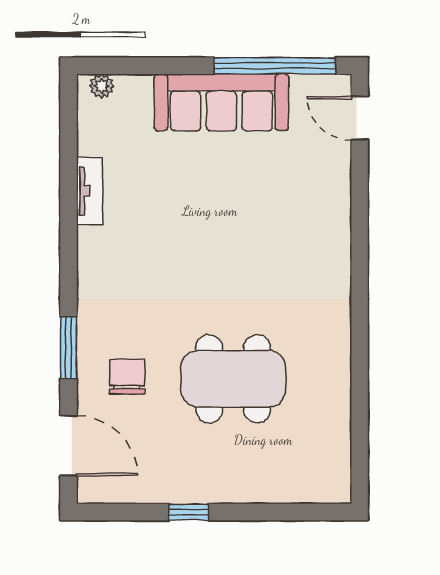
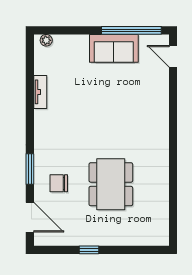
sofa: (221, 102) -> (114, 48), width x0.73
chair: (127, 377) -> (59, 183), turned -90
dining table: (233, 379) -> (111, 184), turned 90

